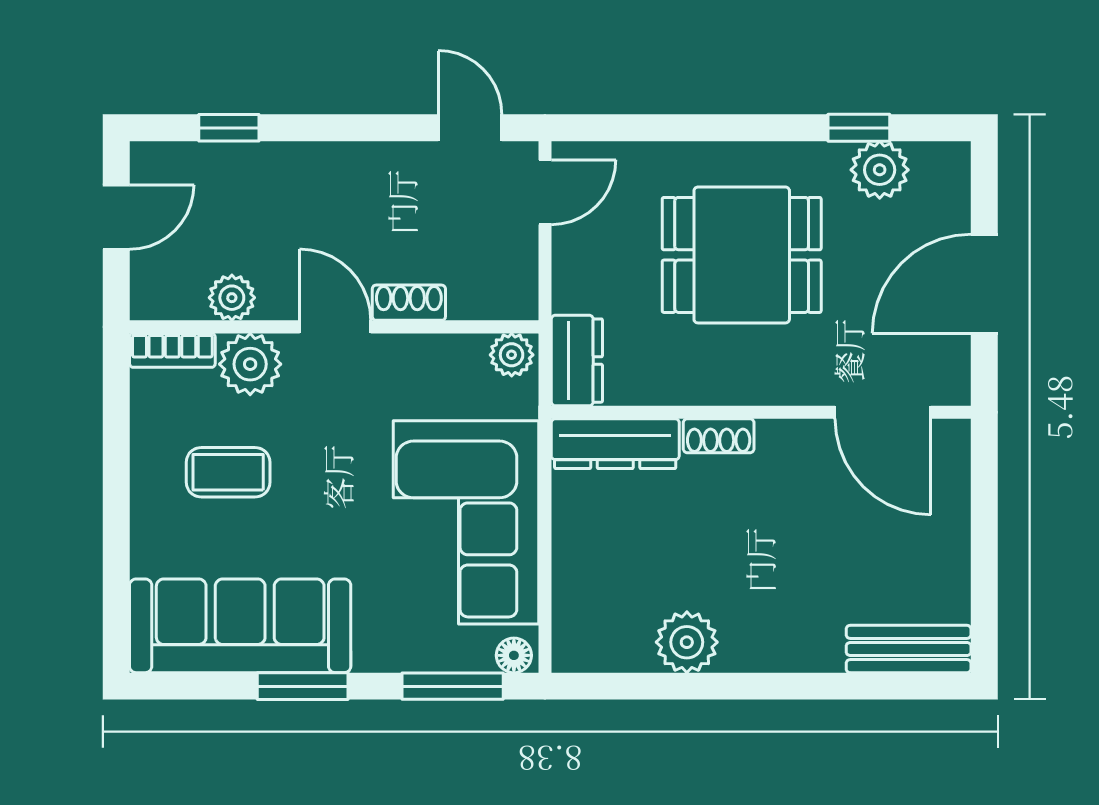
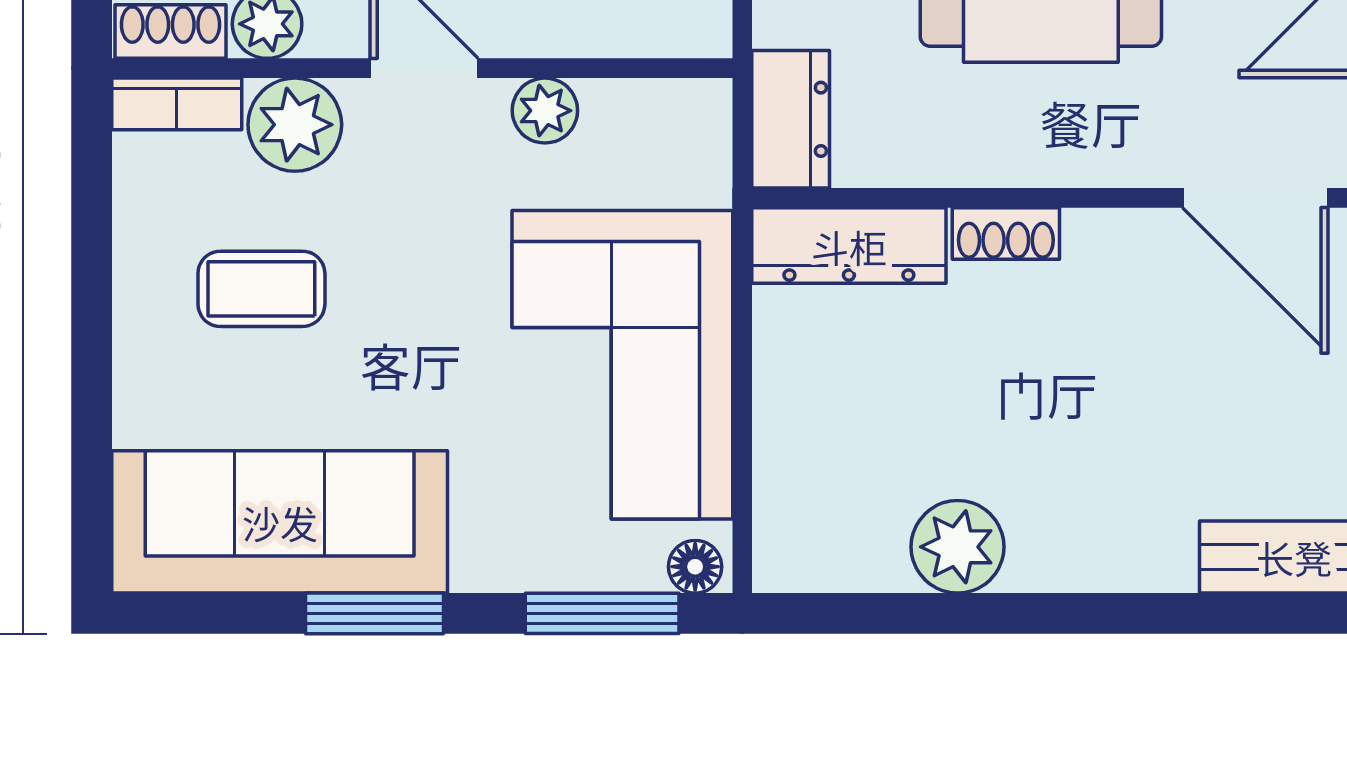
shoe rack: (409, 303) -> (170, 32), moved
plant: (512, 355) -> (545, 111), moved

